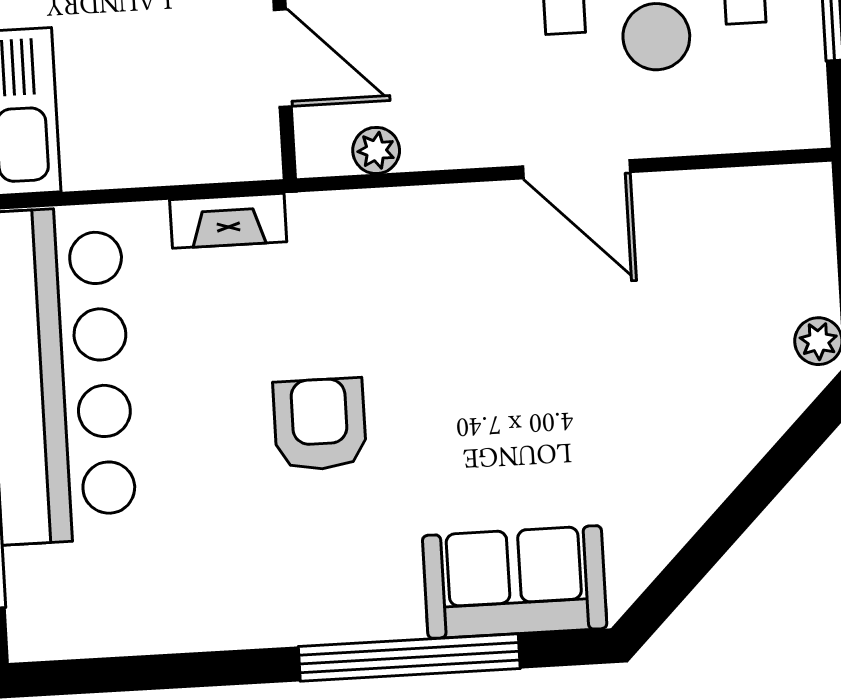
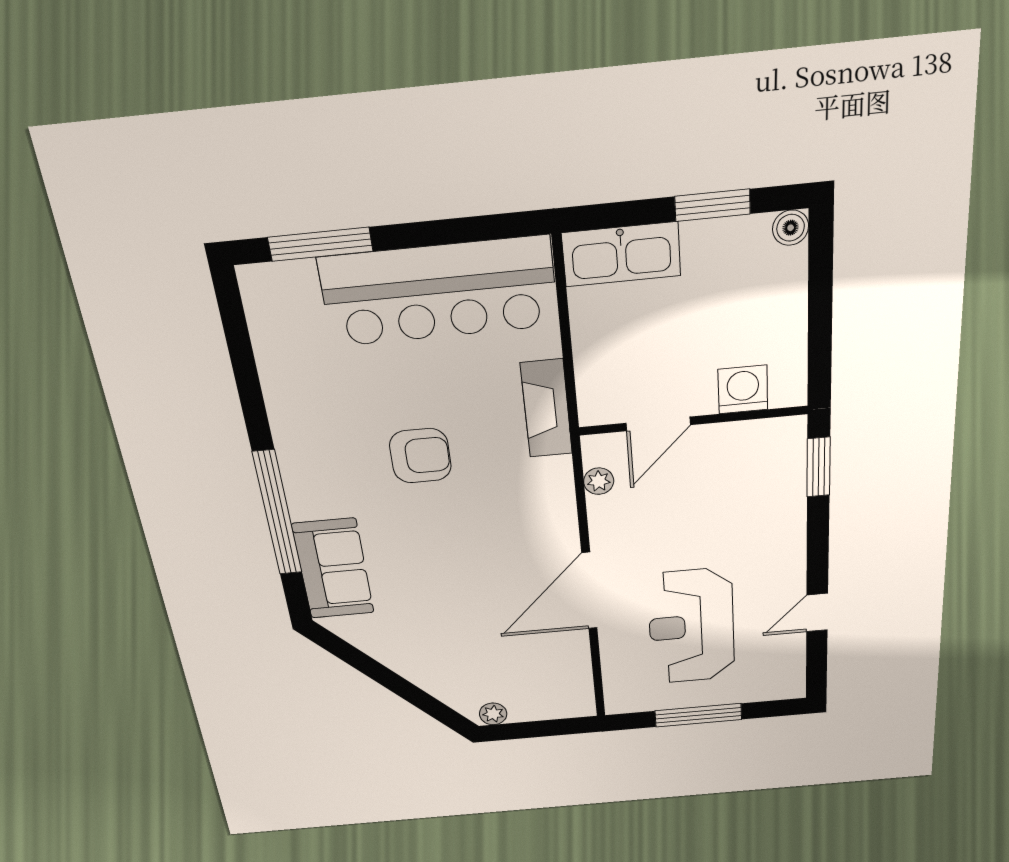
door: (576, 169) -> (589, 591), width x1.36
fireplace: (228, 221) -> (546, 409), width x1.37, depth x1.32

